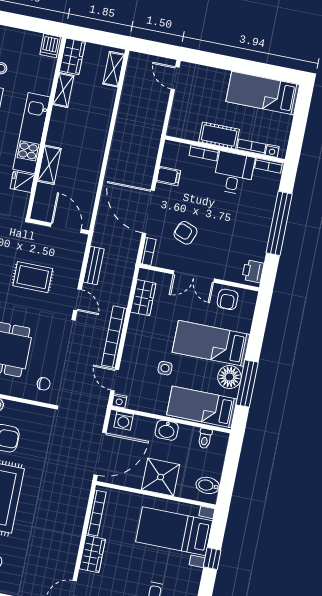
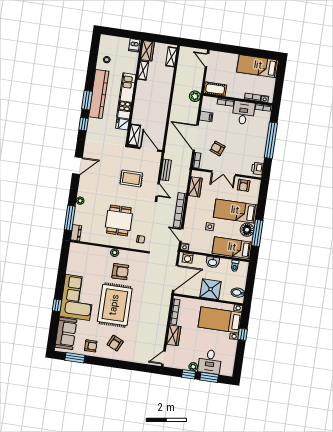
cot: (219, 136) -> (215, 89), moved
plant: (151, 140) -> (195, 96), added
shelving: (49, 165) -> (134, 135), moved

